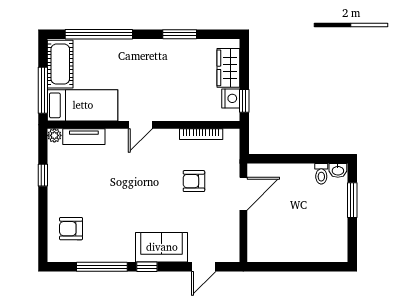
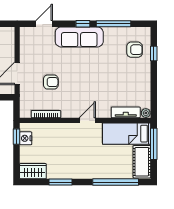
wardrobe: (228, 68) -> (33, 171), moved, turned -90
window: (43, 175) -> (154, 53), moved
sofa: (162, 247) -> (79, 37), width x1.36

